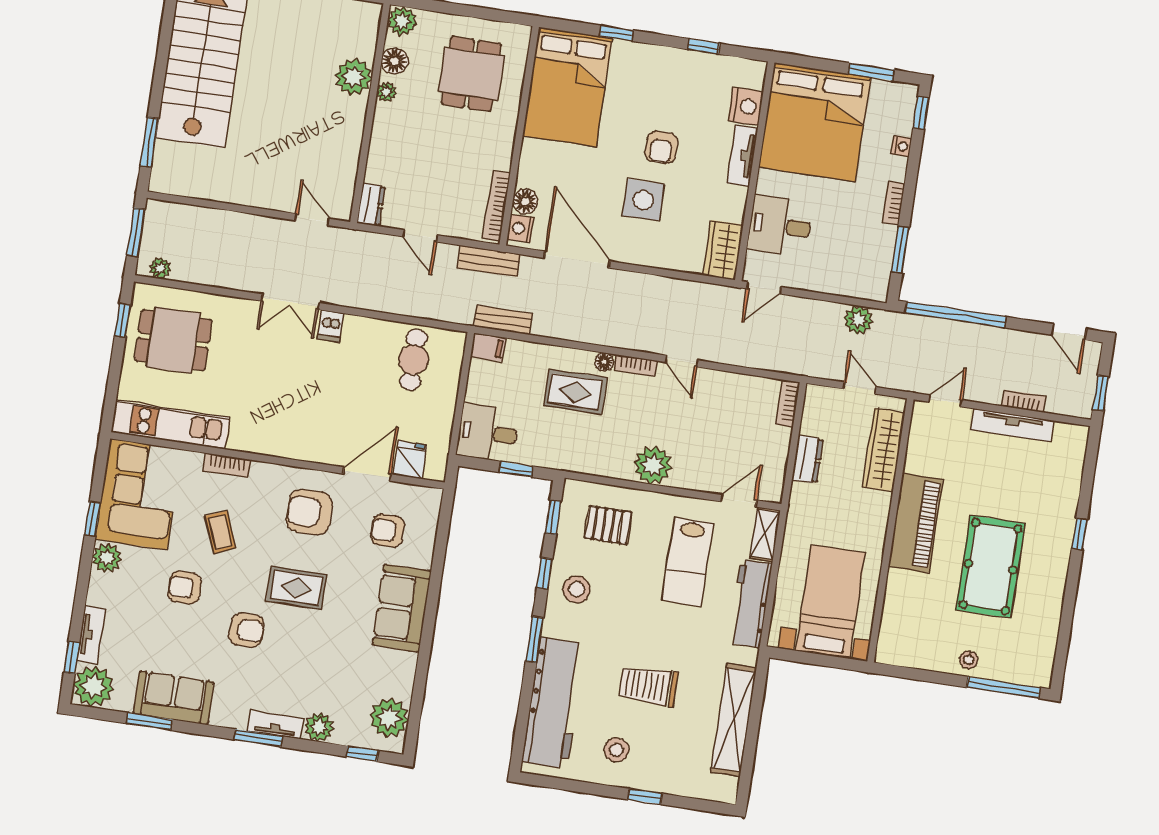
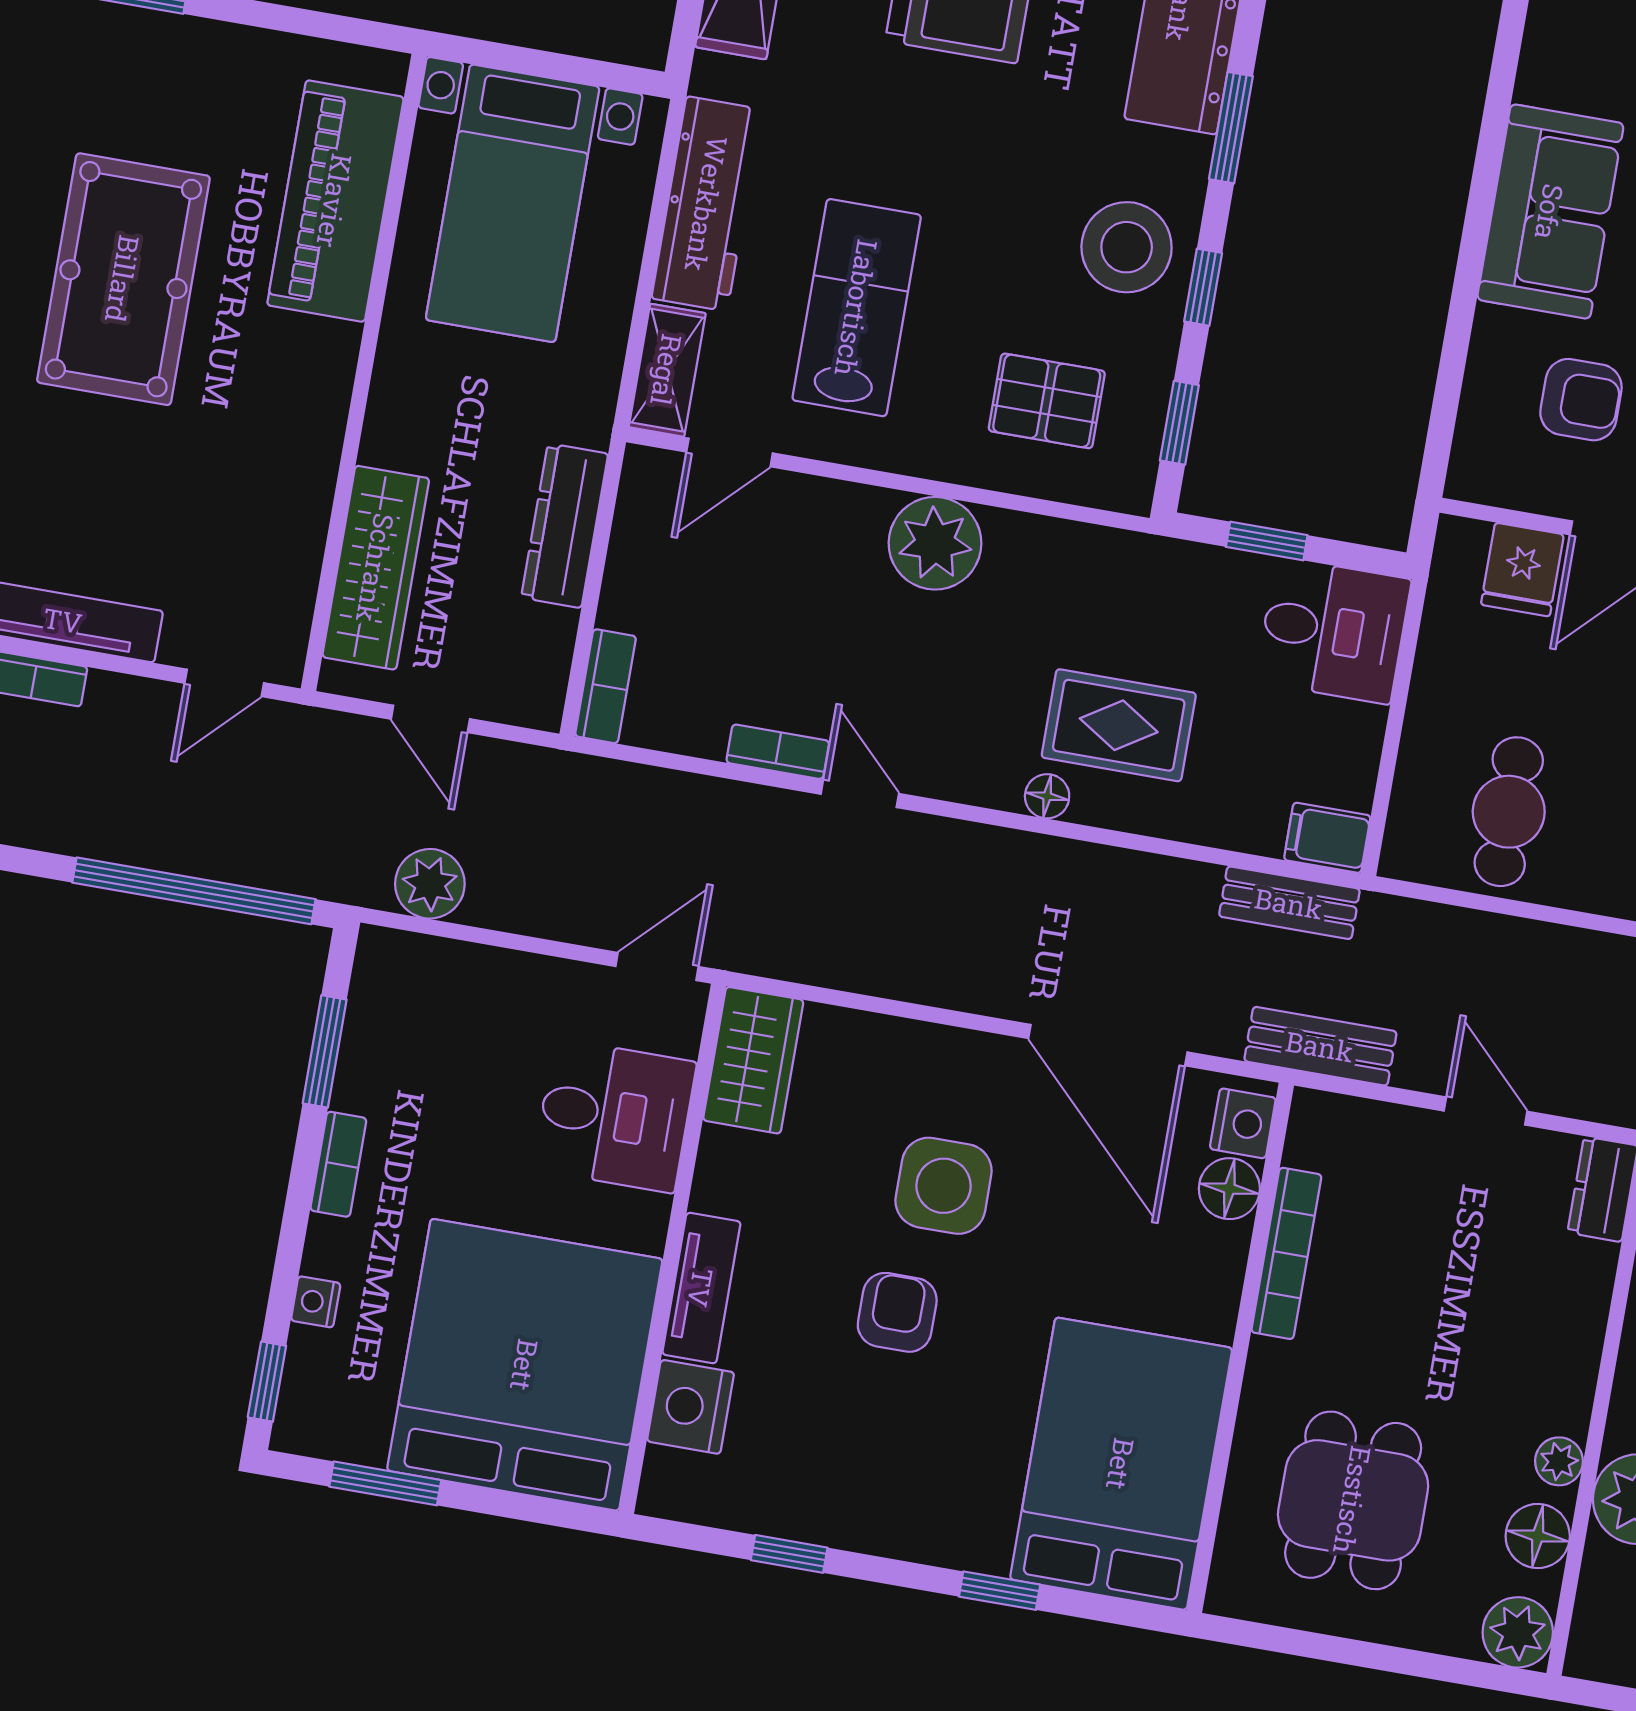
bookcase: (496, 206) -> (1286, 1253), moved
bookcase: (636, 366) -> (778, 752), moved
dresser: (807, 459) -> (565, 526), width x1.44
piano: (915, 523) -> (335, 201), moved
stool: (577, 589) -> (1127, 247), width x1.38, depth x1.38
stool: (969, 660) -> (182, 55), removed

